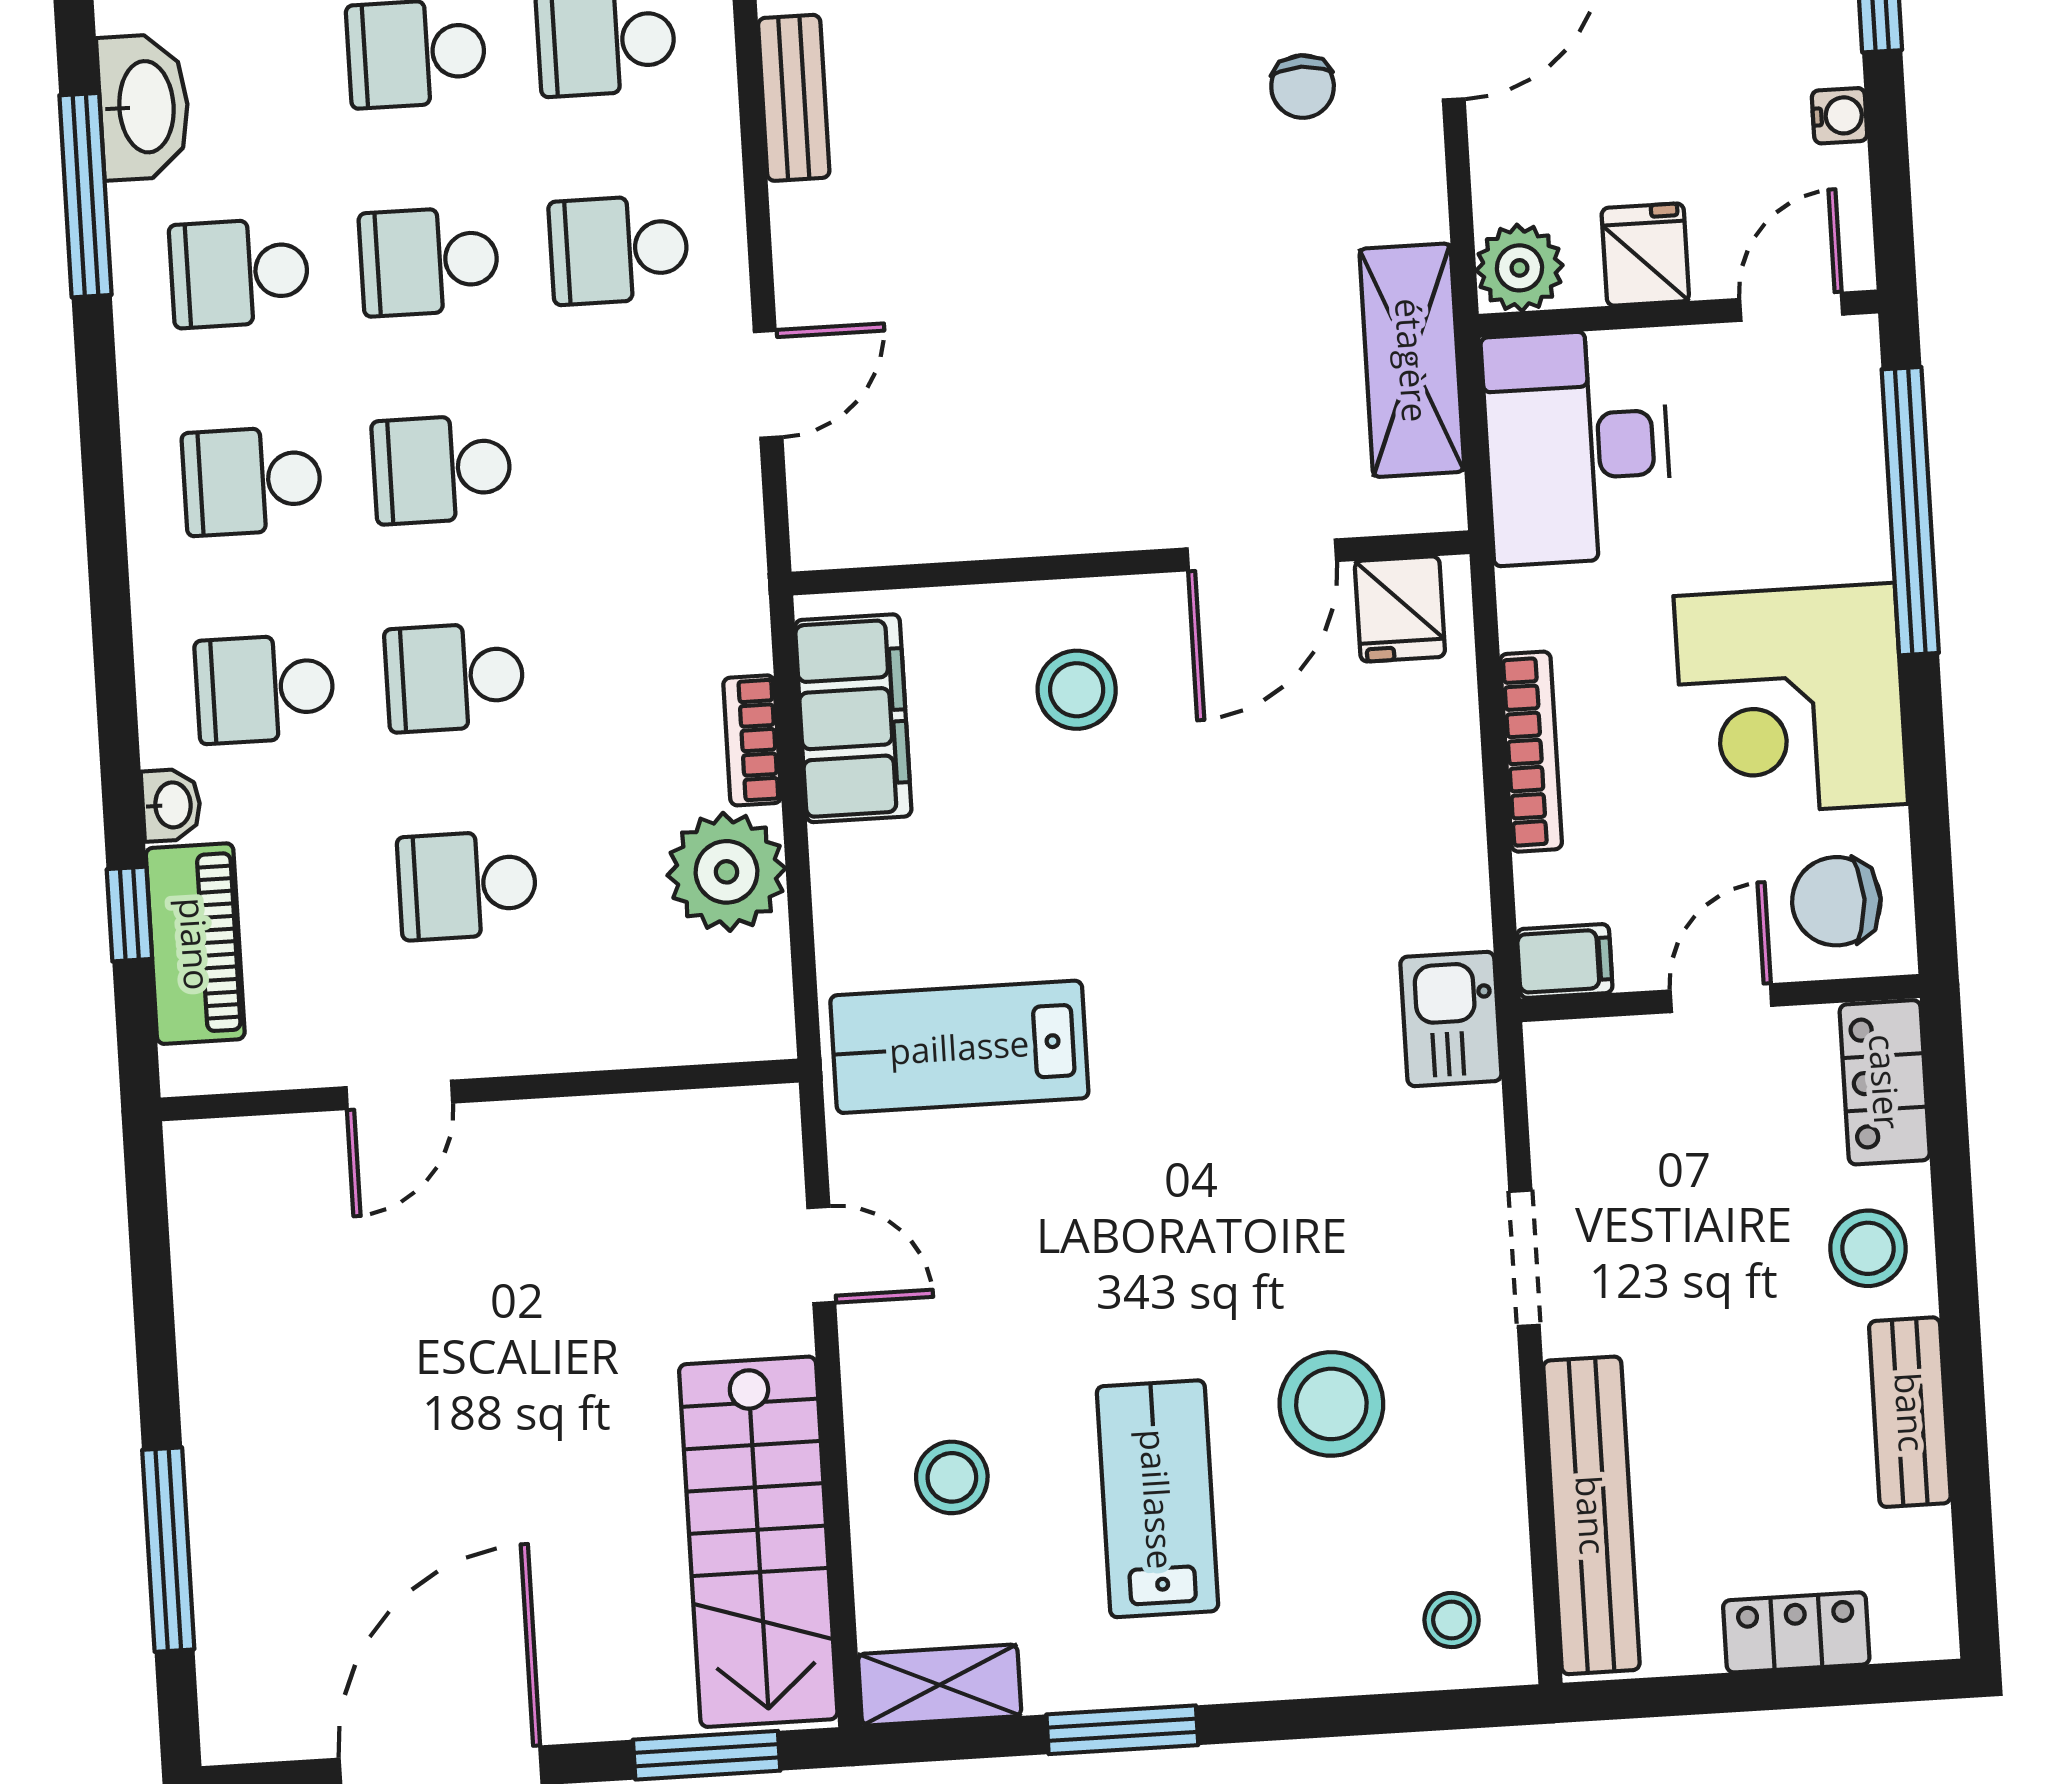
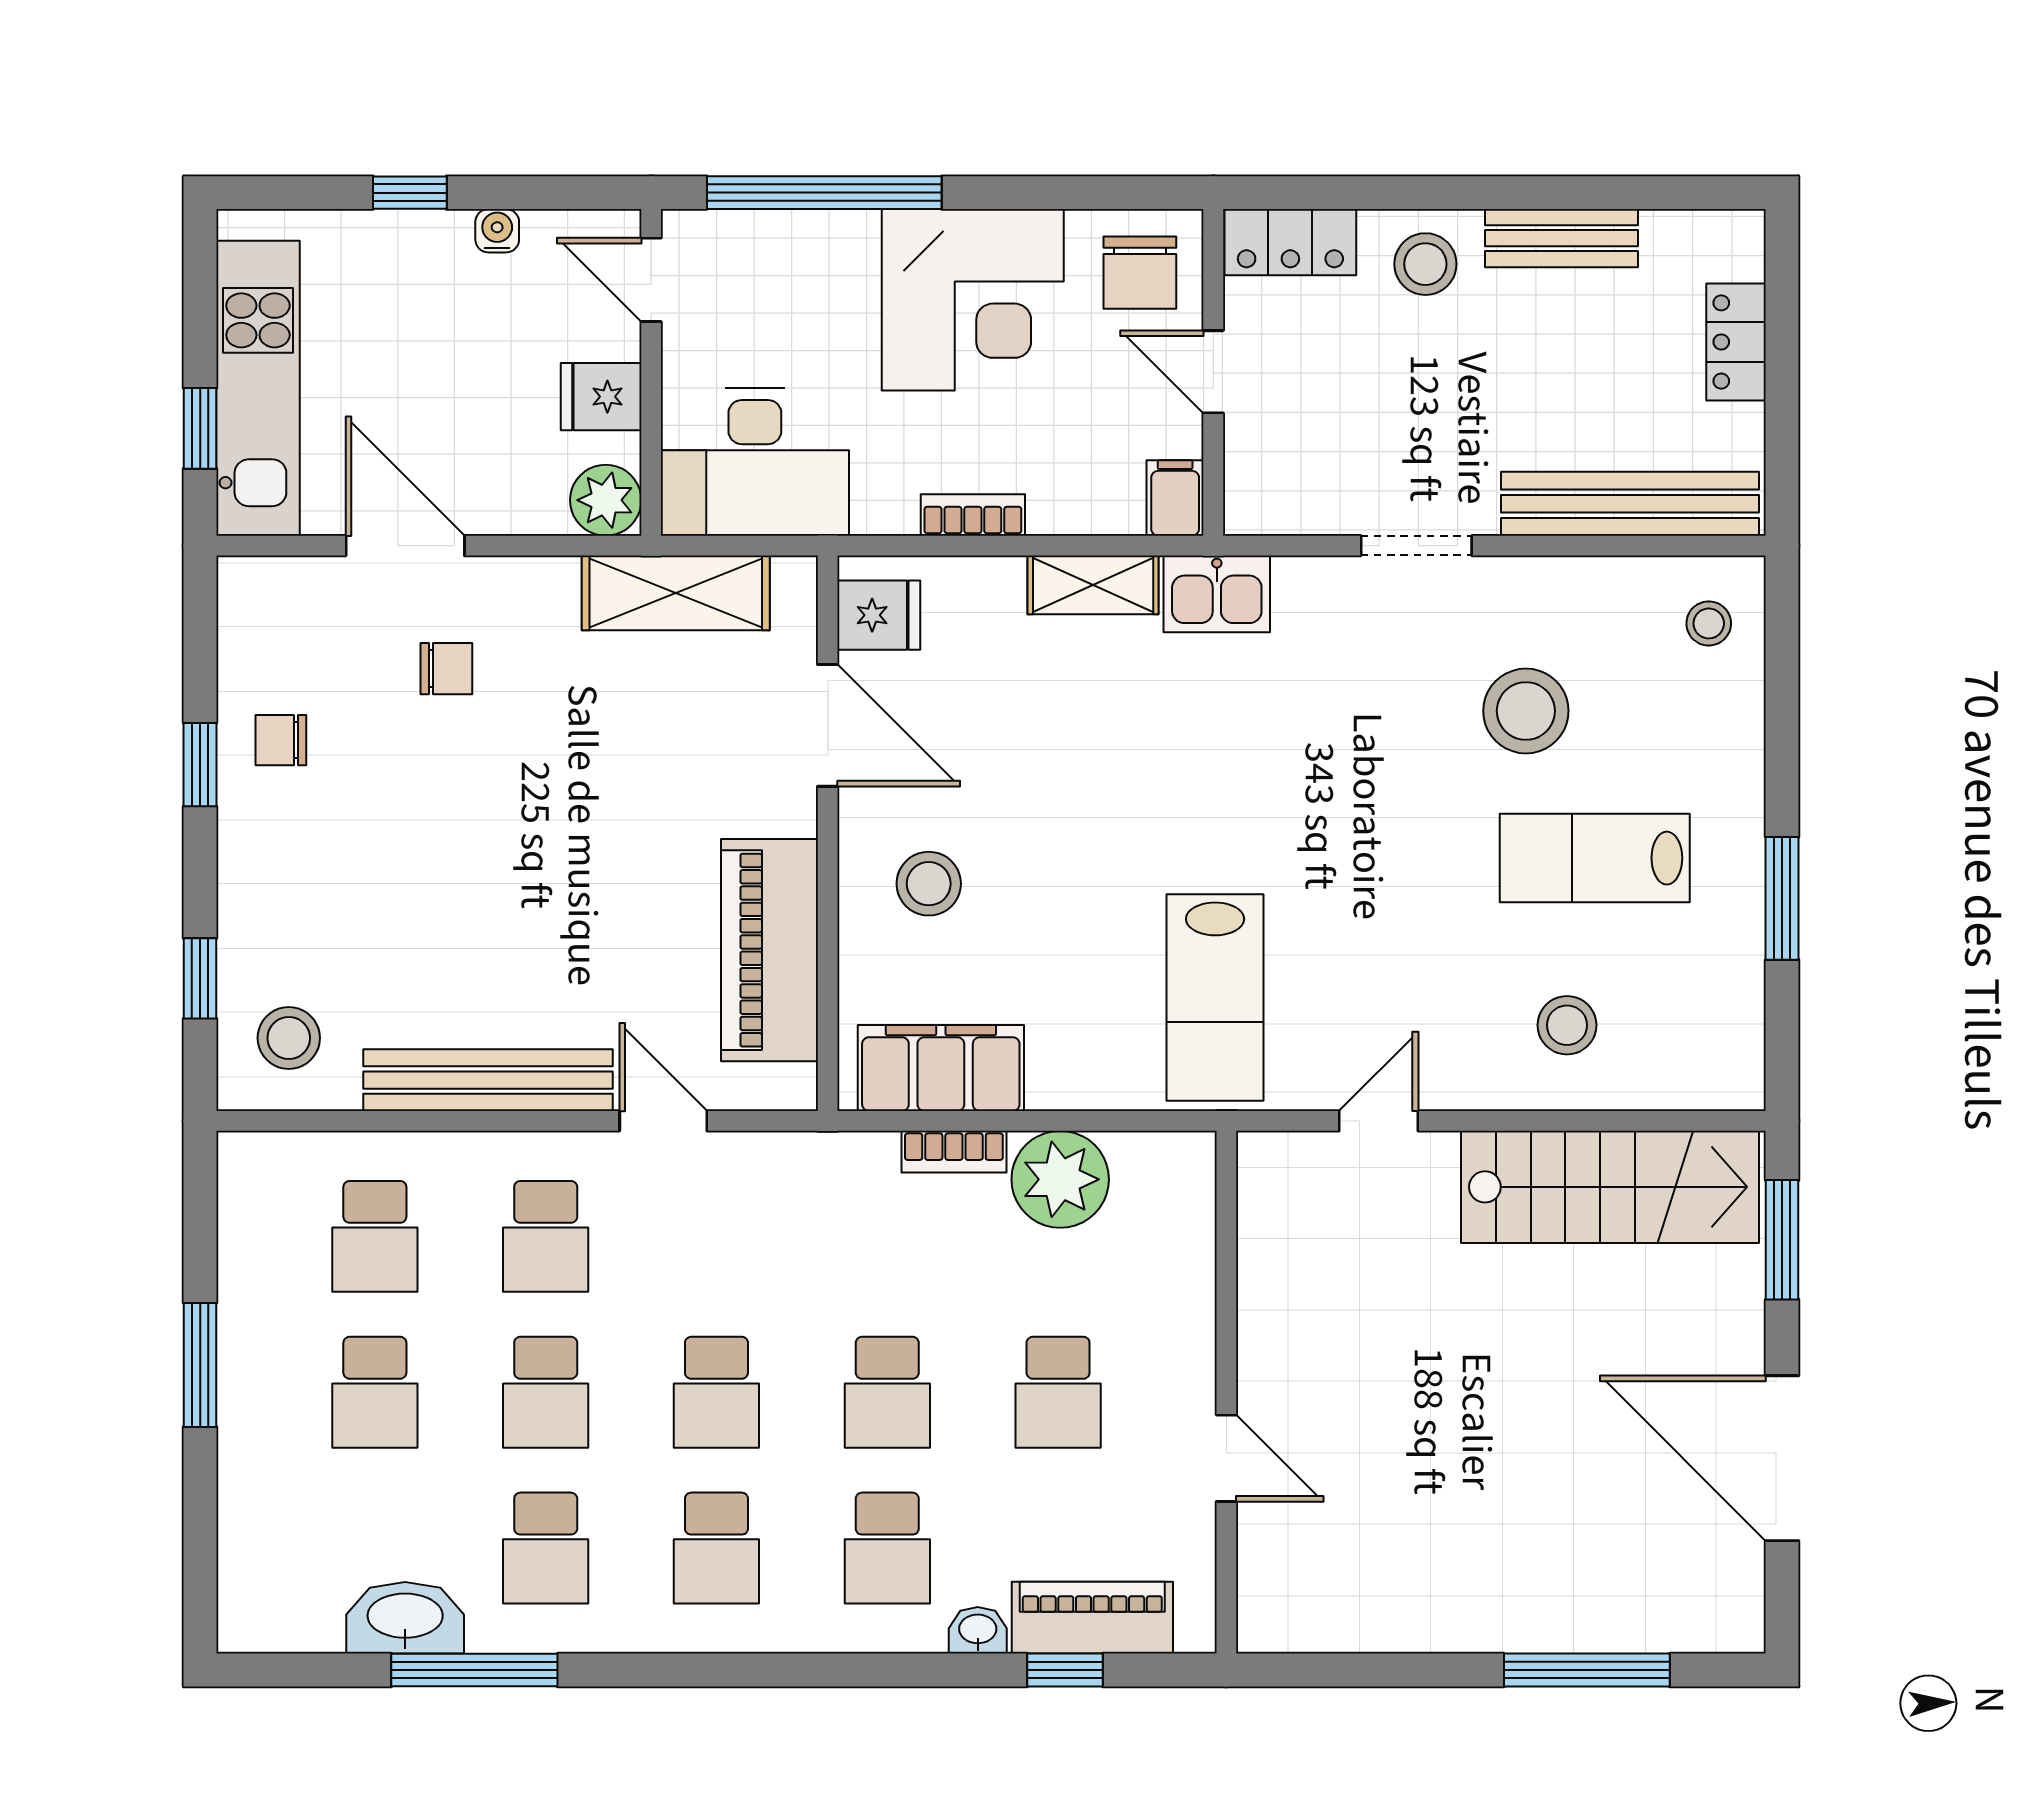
bench: (794, 98) -> (488, 1080), width x1.86, depth x1.21
piano: (984, 501) -> (769, 950), added
bookcase: (1531, 752) -> (973, 515), width x0.64
shelving: (940, 1685) -> (1093, 585), moved, turned 90

